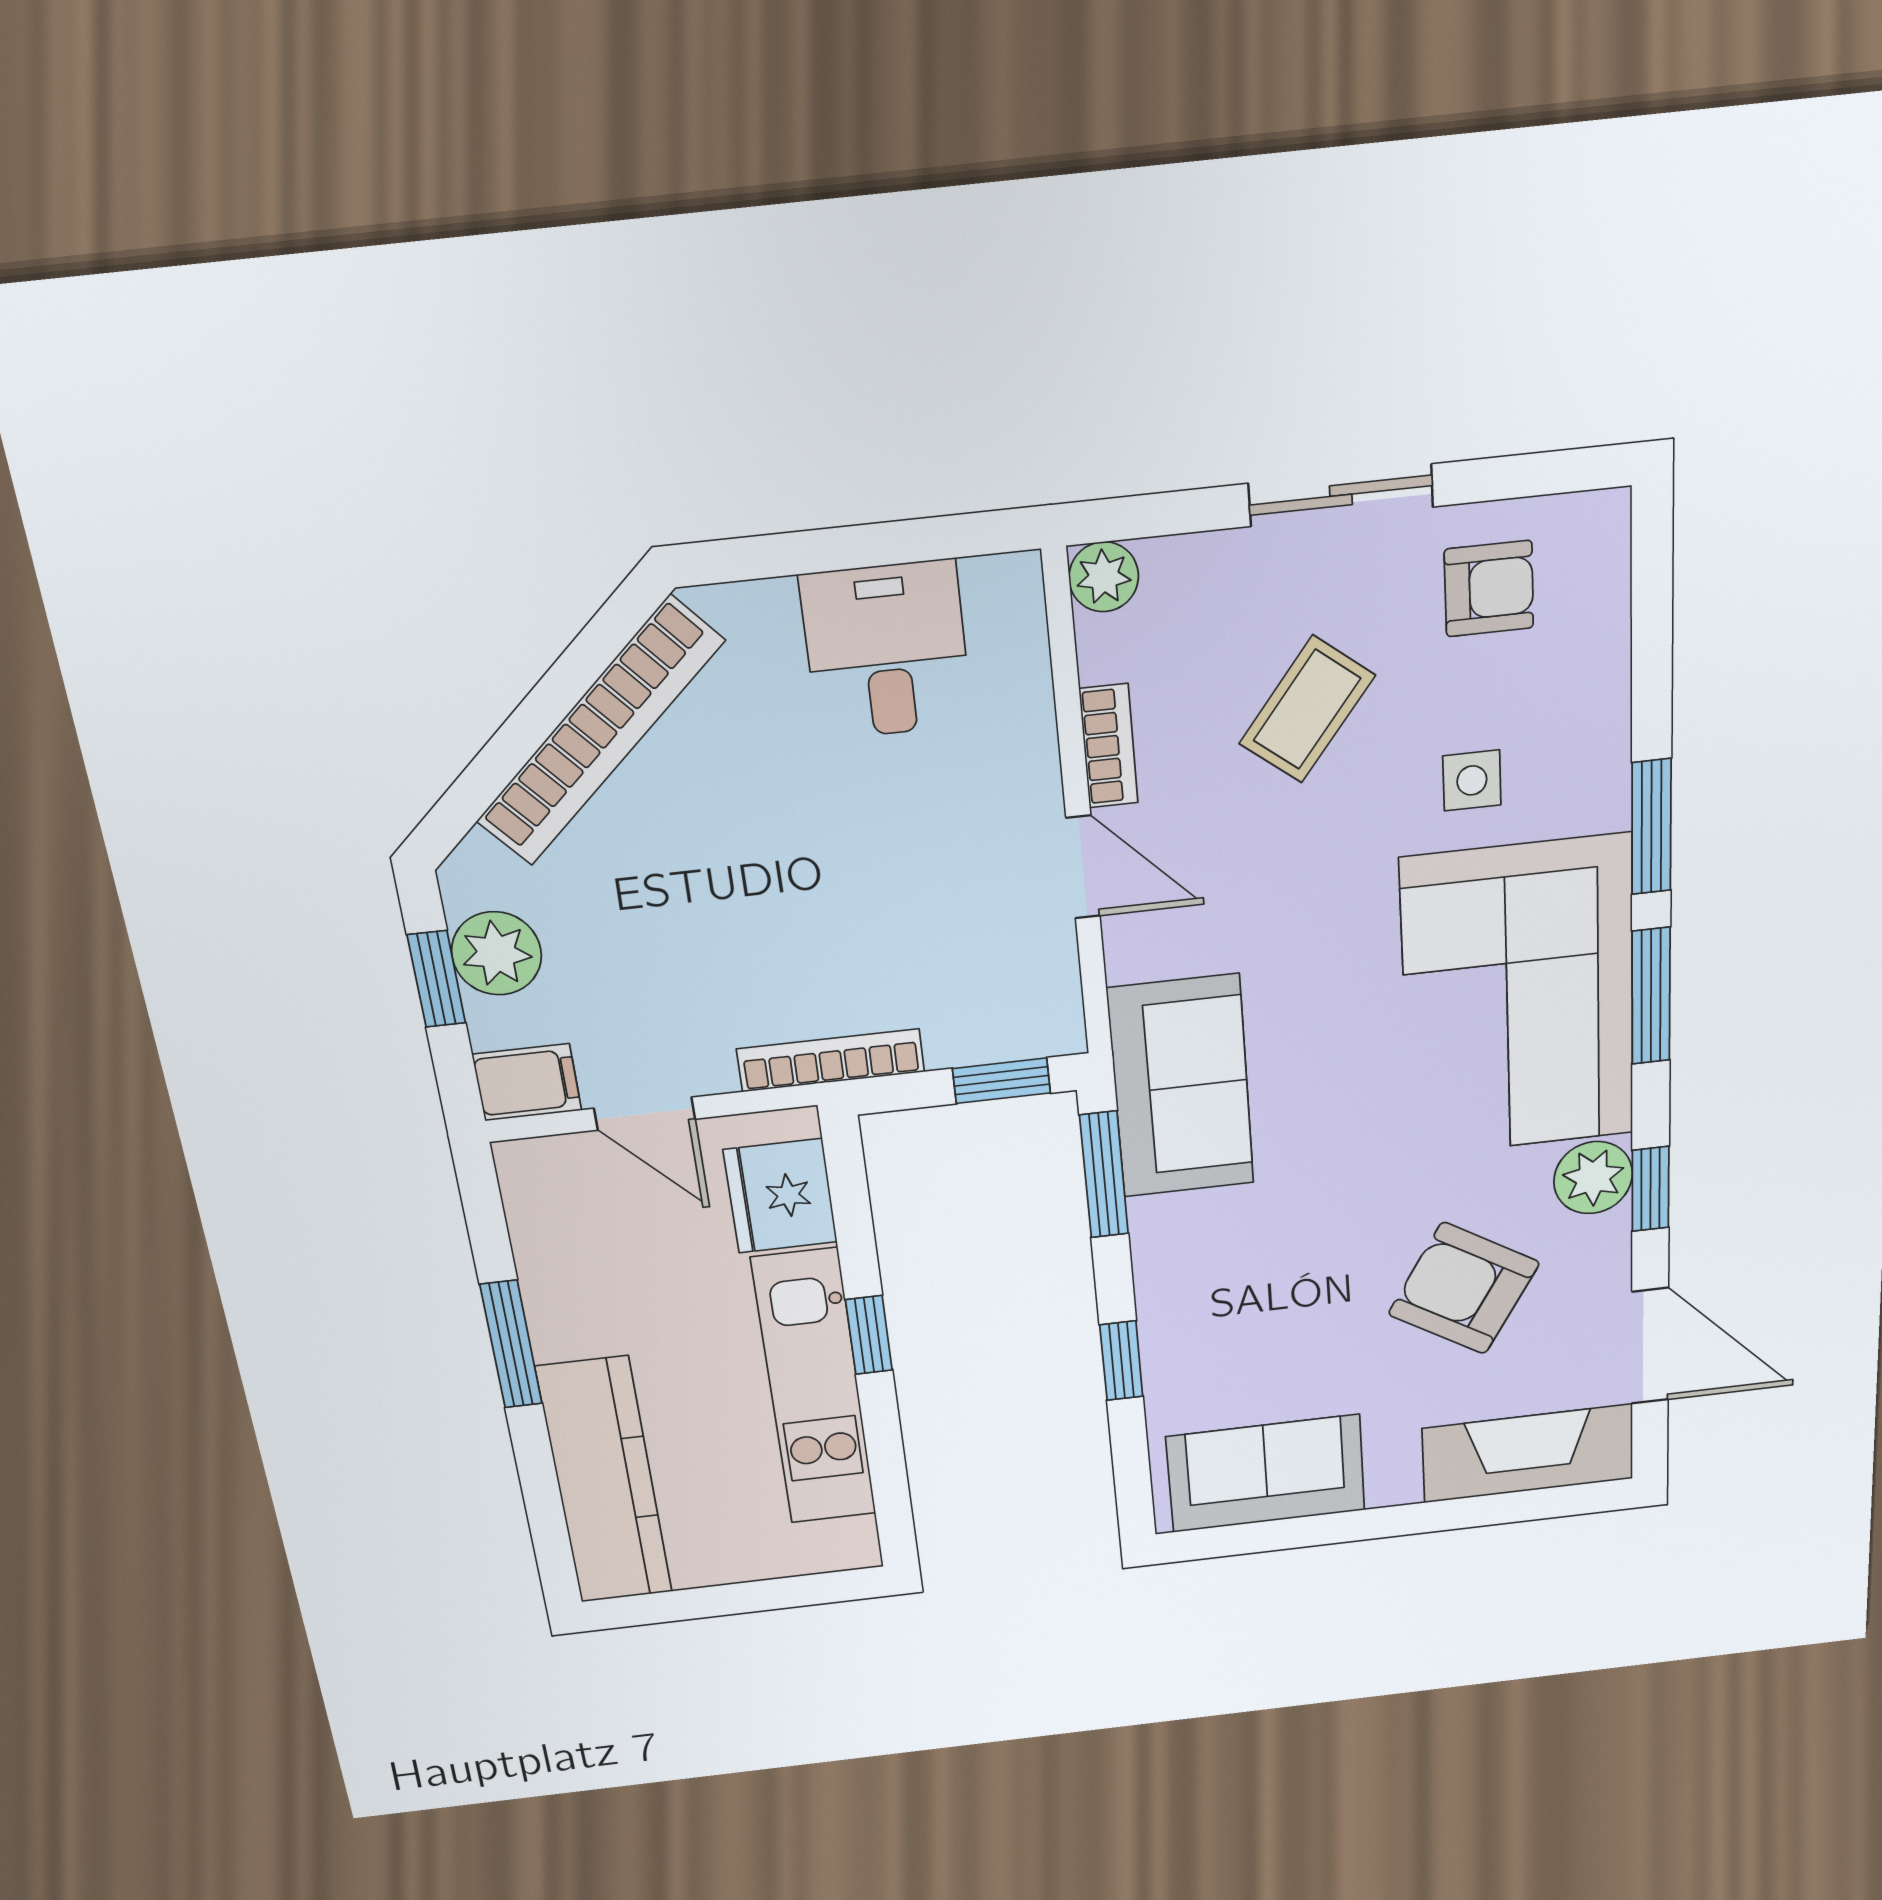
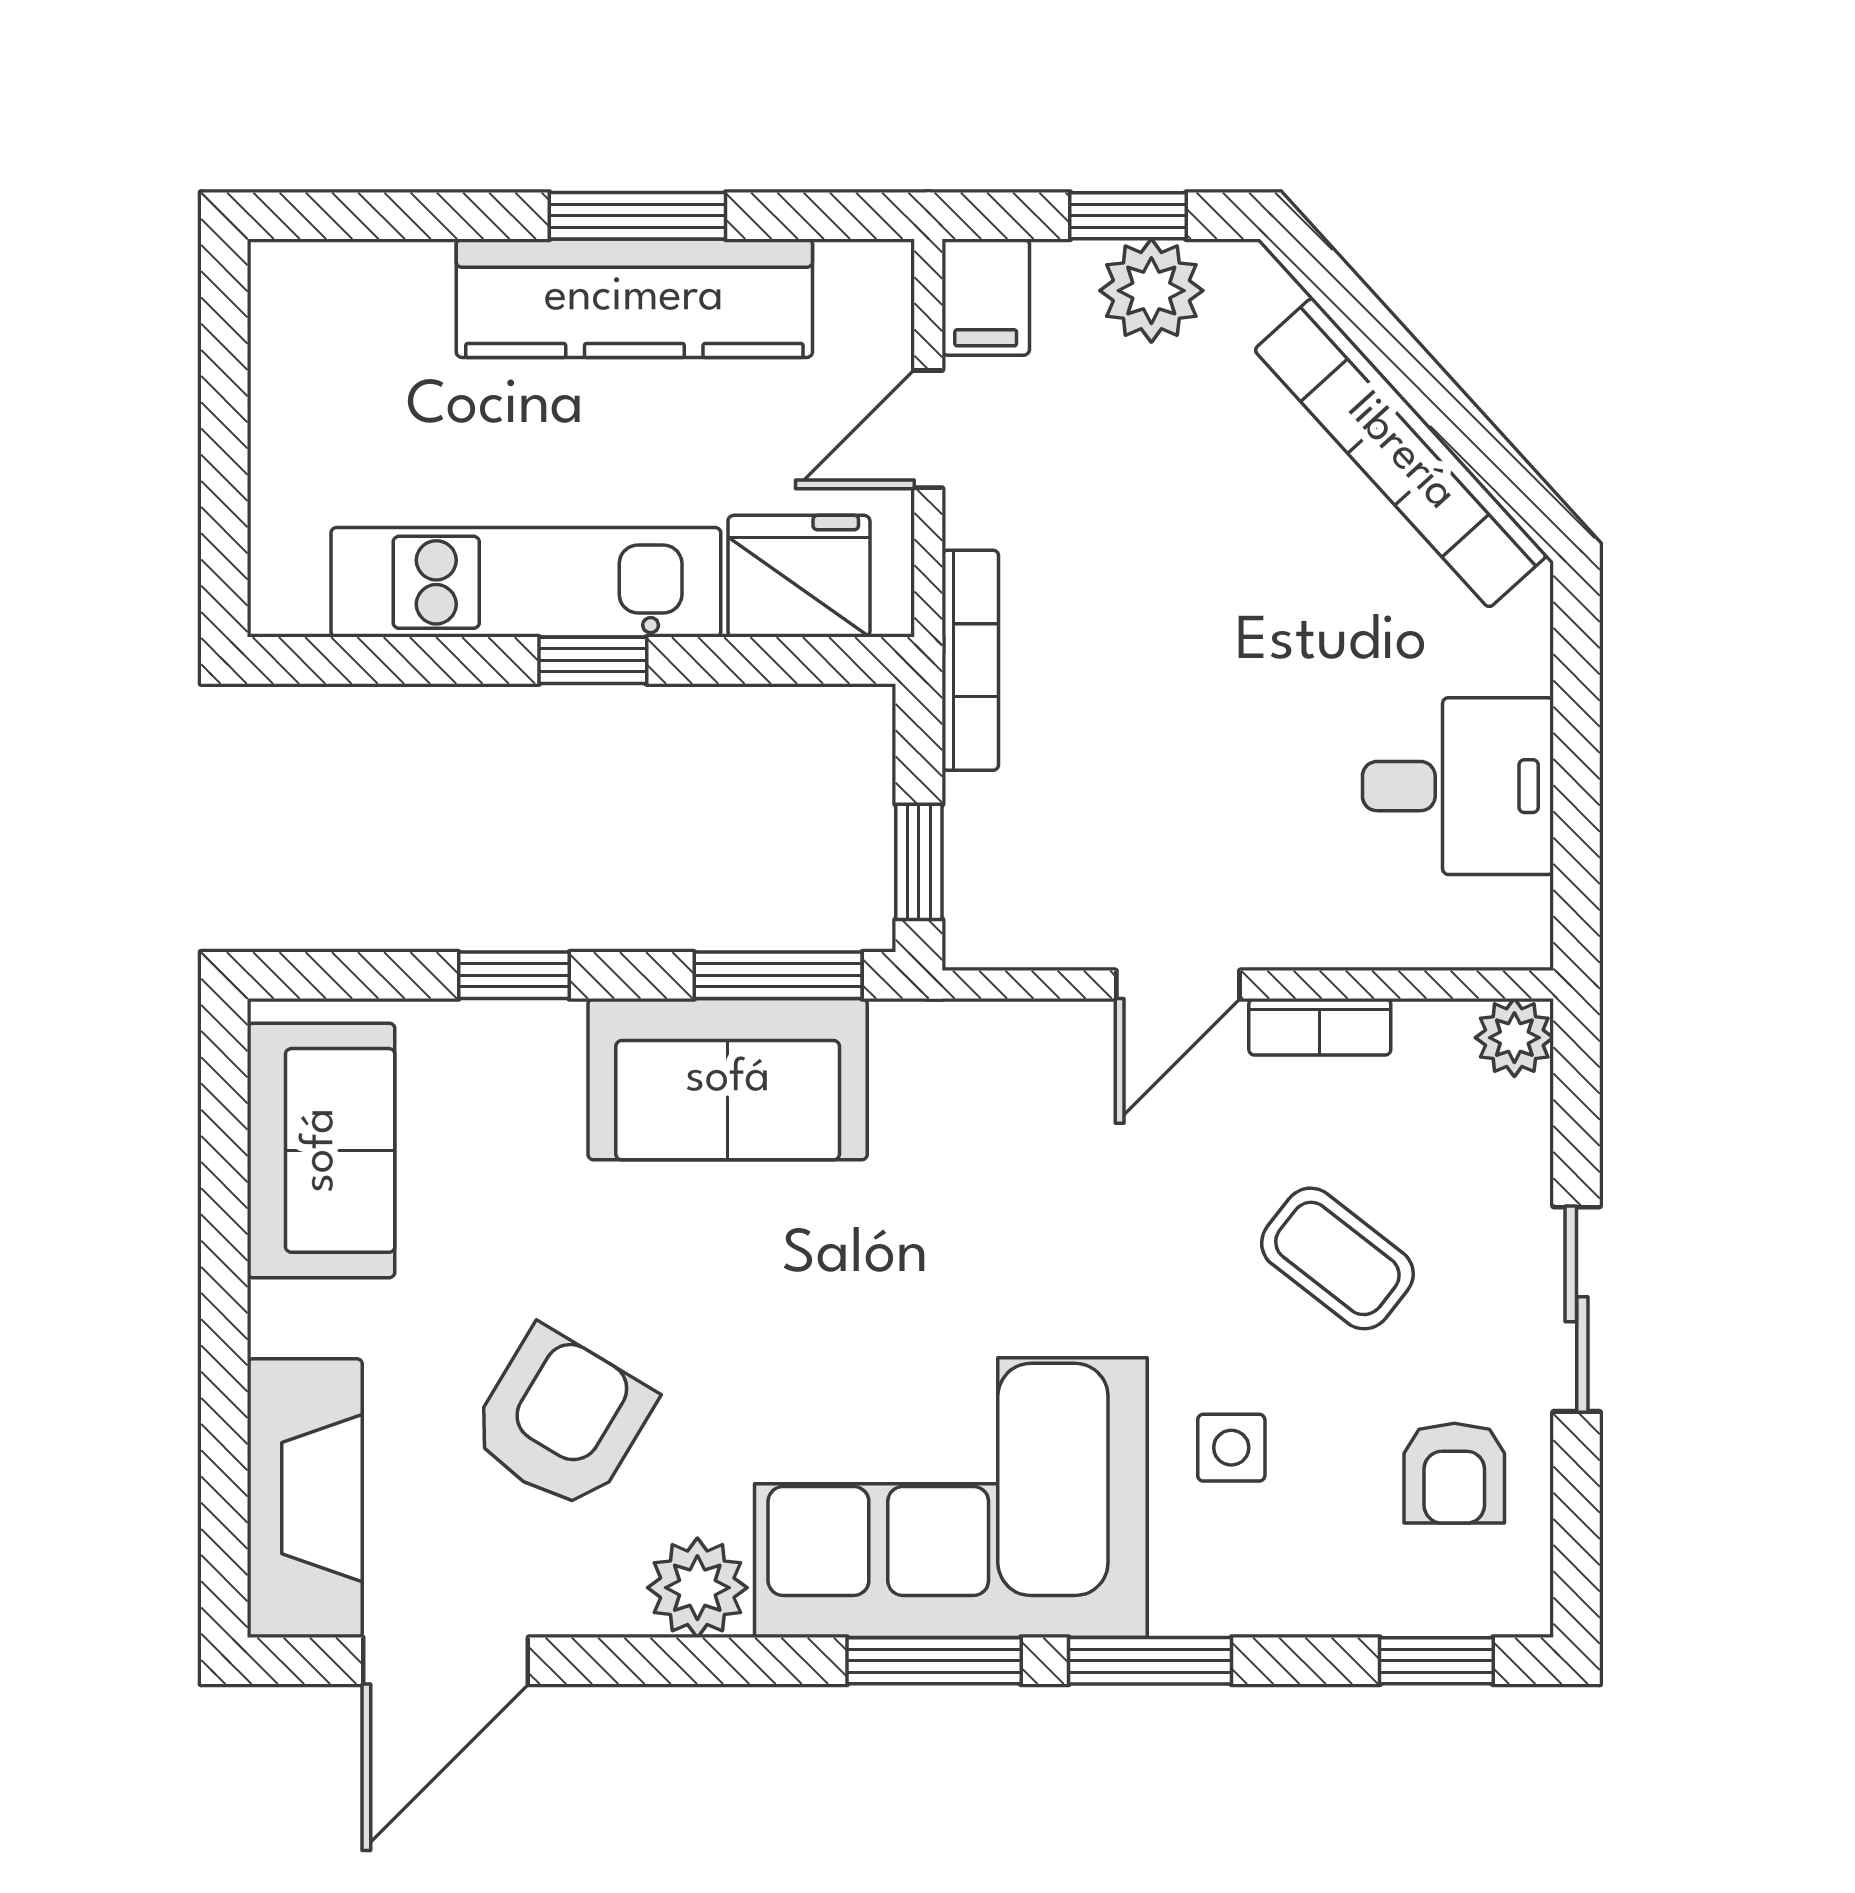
sofa: (1181, 1087) -> (728, 1079), moved
window: (1650, 1189) -> (1436, 1661), moved
kitchen counter: (605, 1481) -> (634, 298), moved

